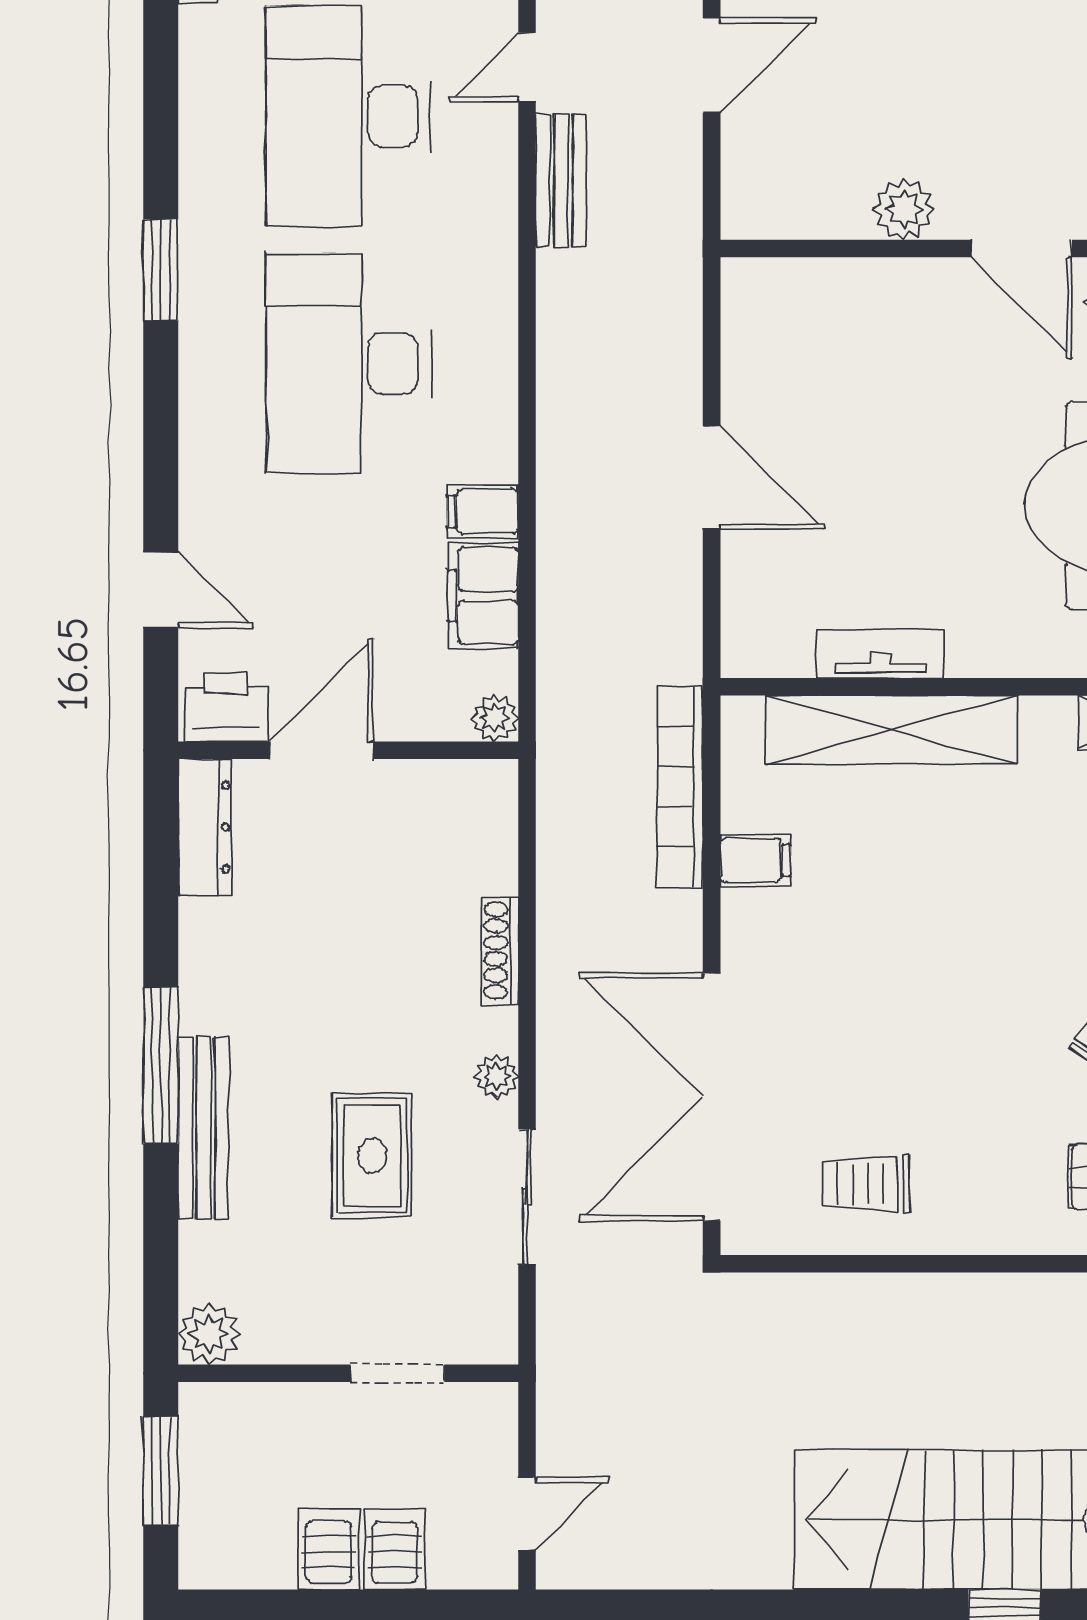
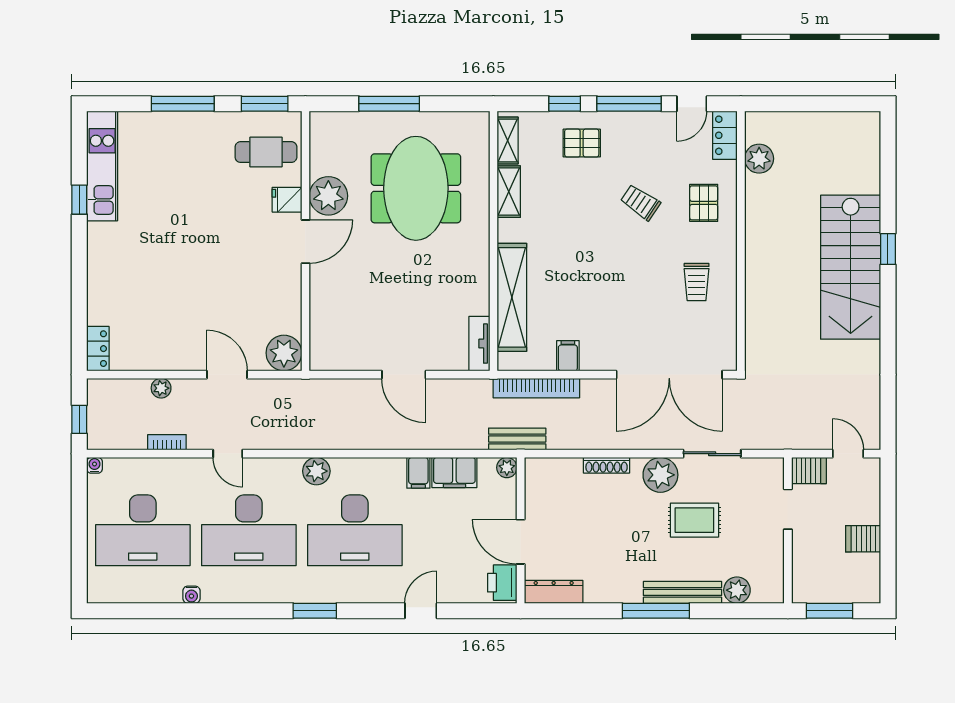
bench: (561, 180) -> (517, 439), moved
plant: (904, 209) -> (284, 353), moved, width x1.36, depth x1.36
plant: (486, 274) -> (316, 471), added
door: (712, 478) -> (404, 375), swing flipped
door: (161, 590) -> (421, 611), moved
tv unit: (881, 654) -> (479, 344), moved
plant: (497, 1076) -> (660, 475), width x1.88, depth x1.88
trolley: (866, 1184) -> (697, 282), moved
plant: (209, 1334) -> (737, 590), moved
server rack: (395, 1549) -> (809, 471), moved, turned 180

